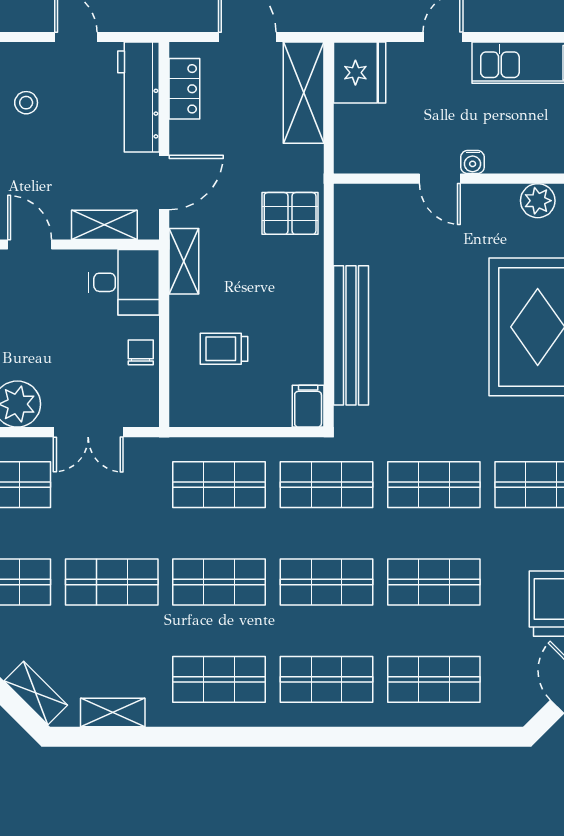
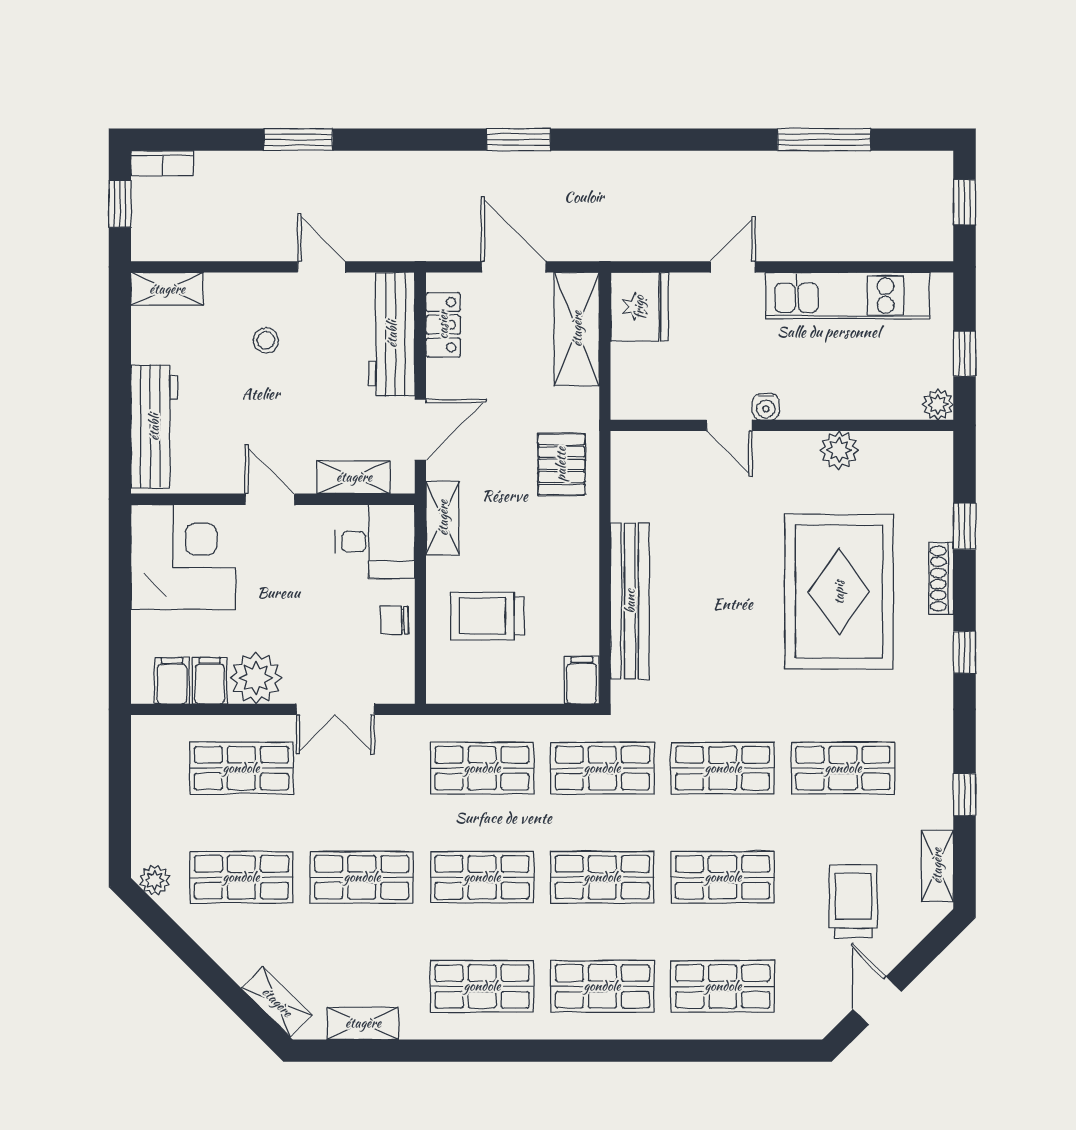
pallet: (290, 213) -> (561, 464), turned 90
trolley: (224, 349) -> (488, 616), width x1.36, depth x1.39
chair: (141, 352) -> (394, 620), turned -90

